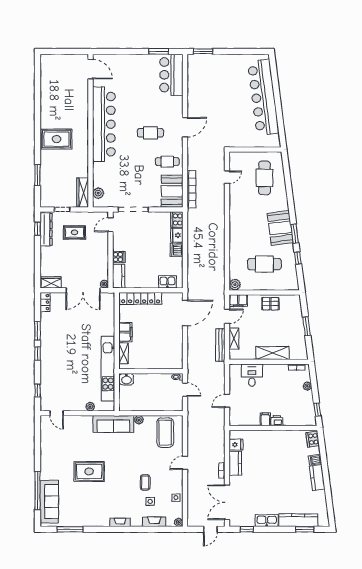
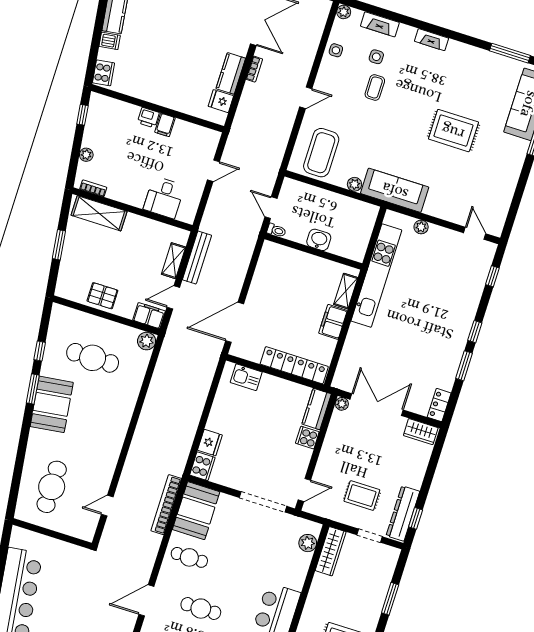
dishwasher: (177, 250) -> (217, 421), removed
shelving: (273, 353) -> (99, 213), moved
washbasin: (126, 379) -> (319, 240), moved

